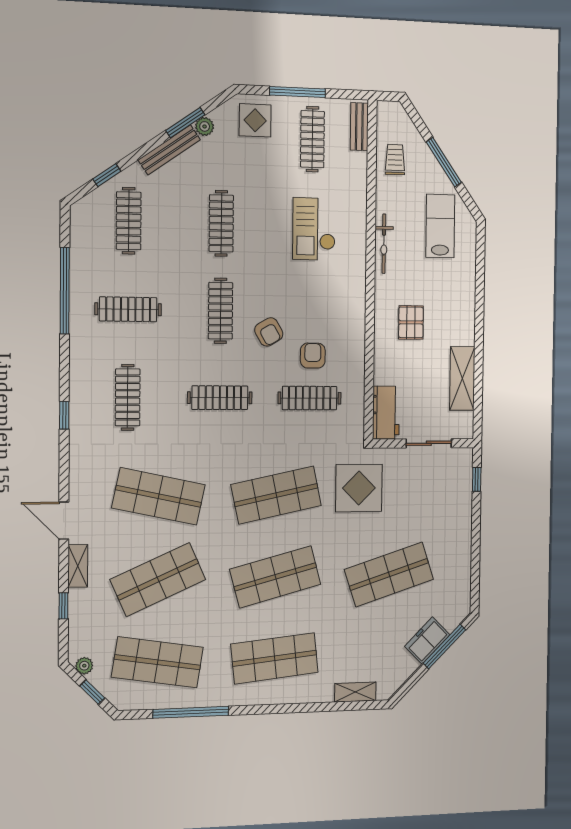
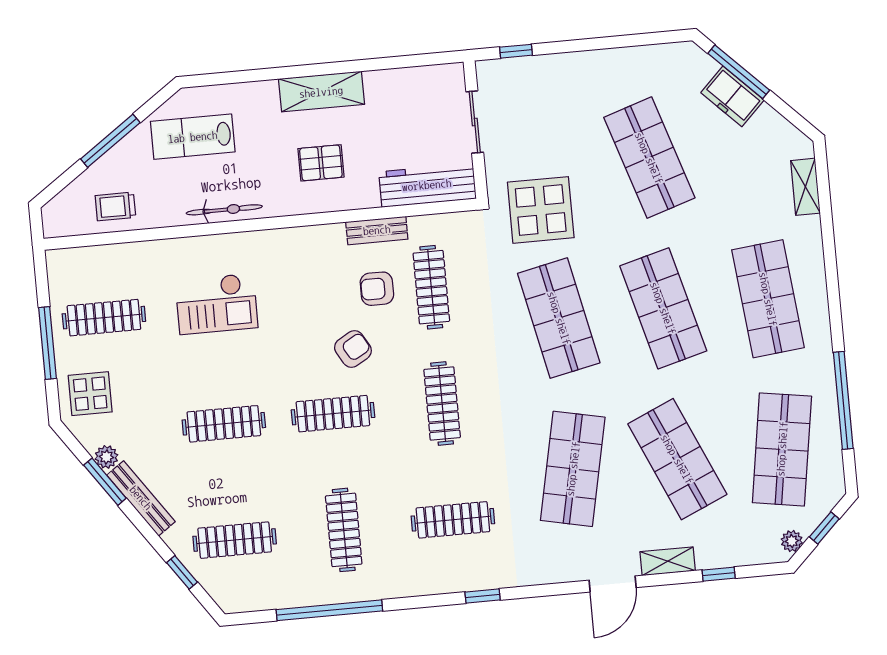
bench: (359, 127) -> (377, 230), moved
shelving: (462, 378) -> (321, 92), moved
workbench: (386, 413) -> (427, 185), width x1.38

